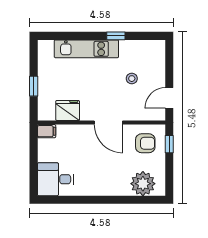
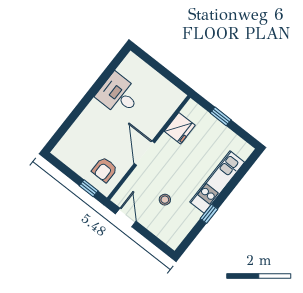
door: (108, 123) -> (144, 153), hinge flipped
filing cabinet: (47, 131) -> (176, 98), removed
desk: (55, 179) -> (119, 95), moved, turned -90
plant: (143, 184) -> (74, 142), removed

